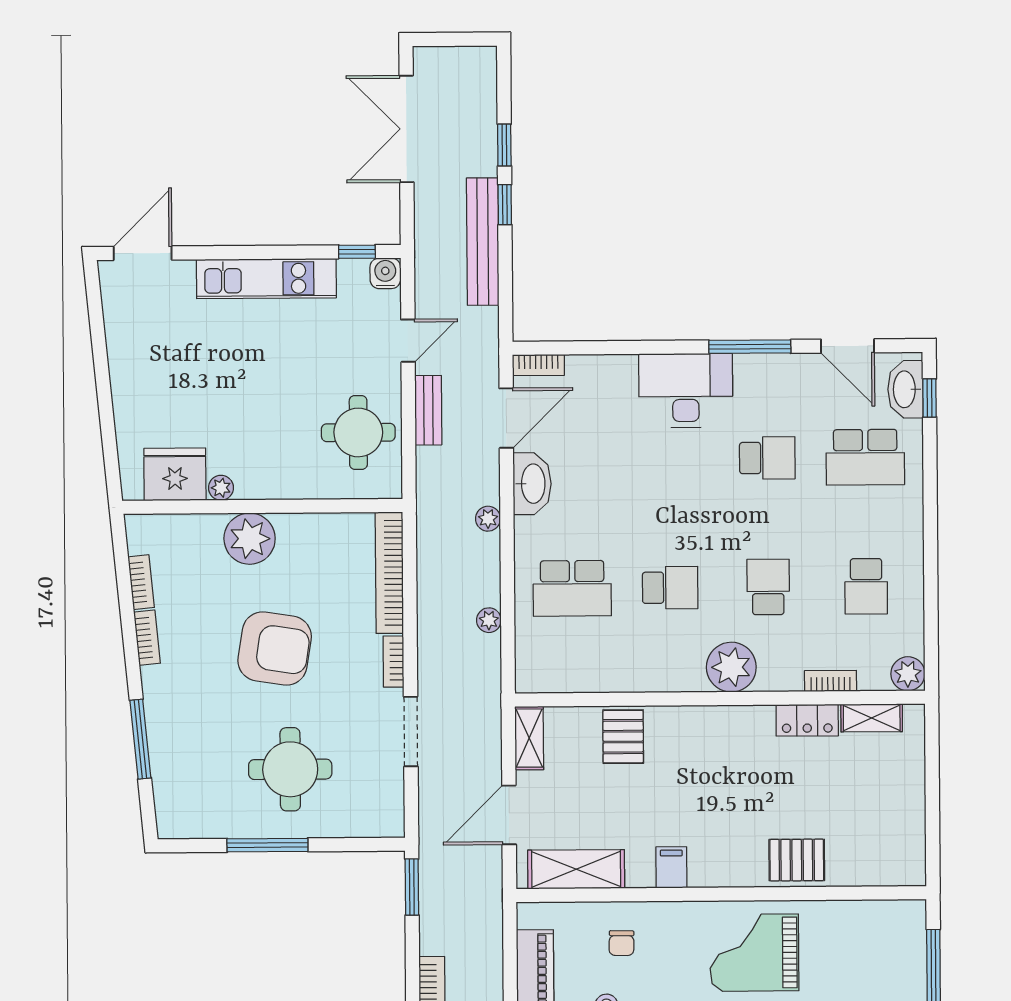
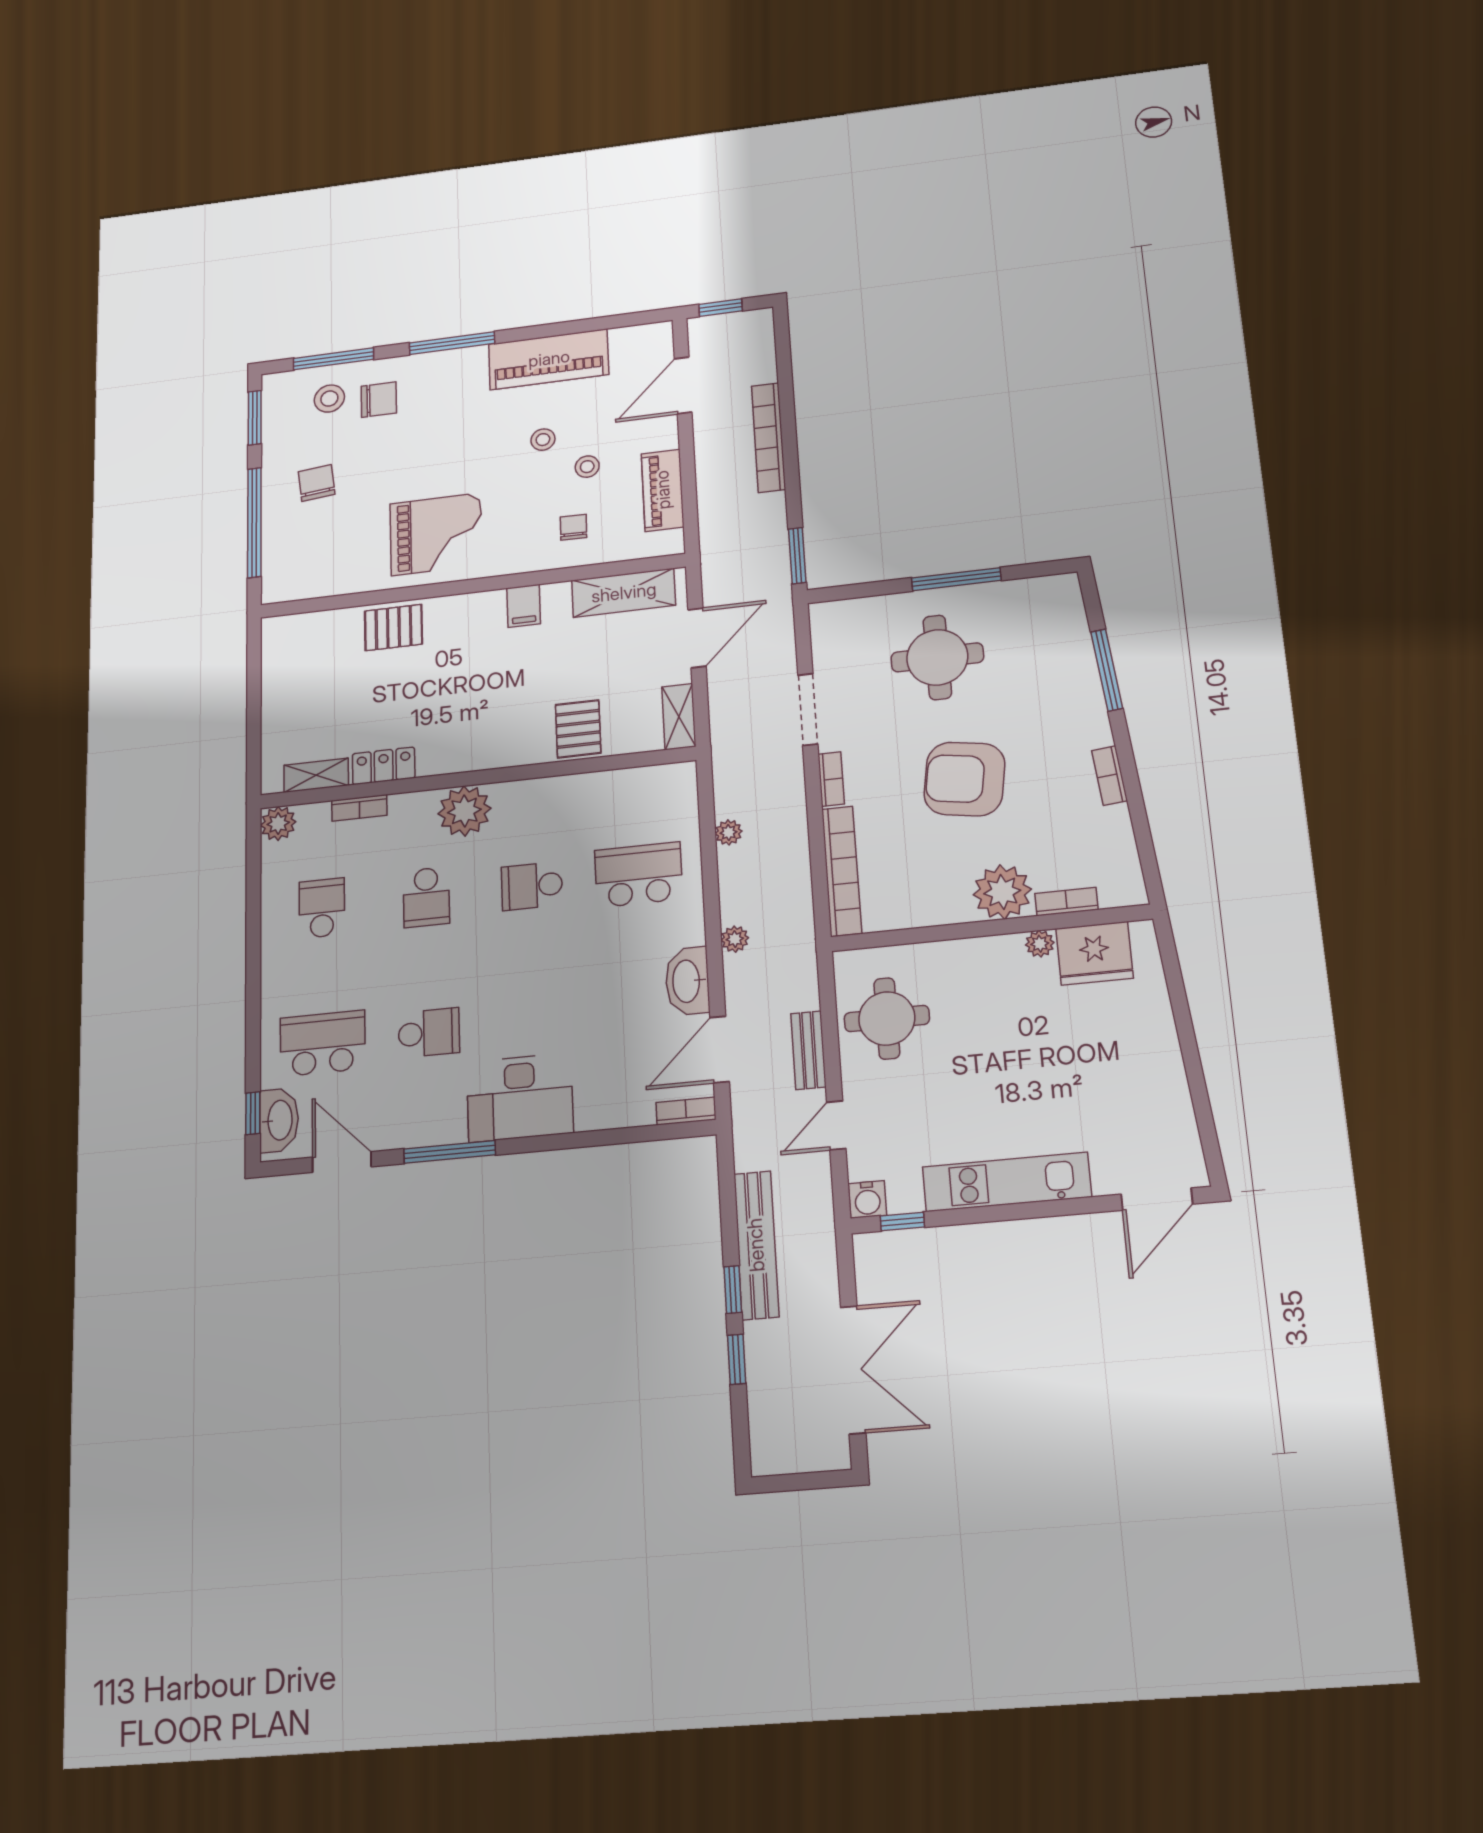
school desk: (767, 458) -> (429, 1033), turned 180
bookcase: (141, 582) -> (1066, 902), moved, turned 96

